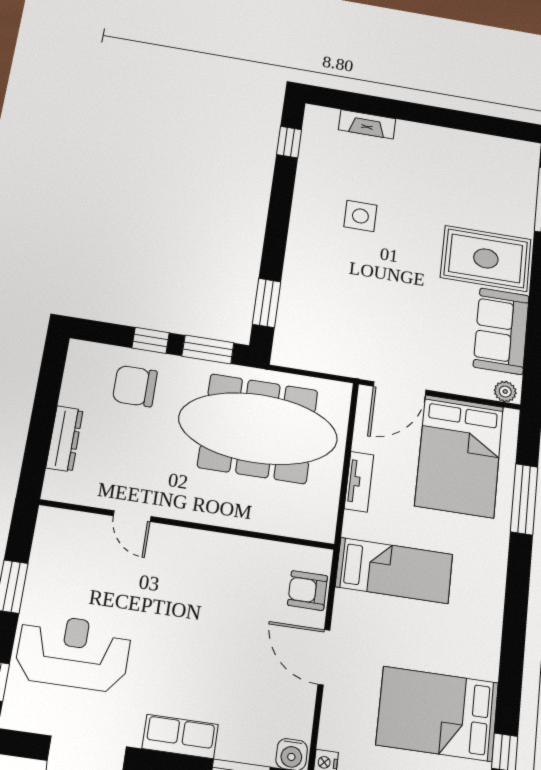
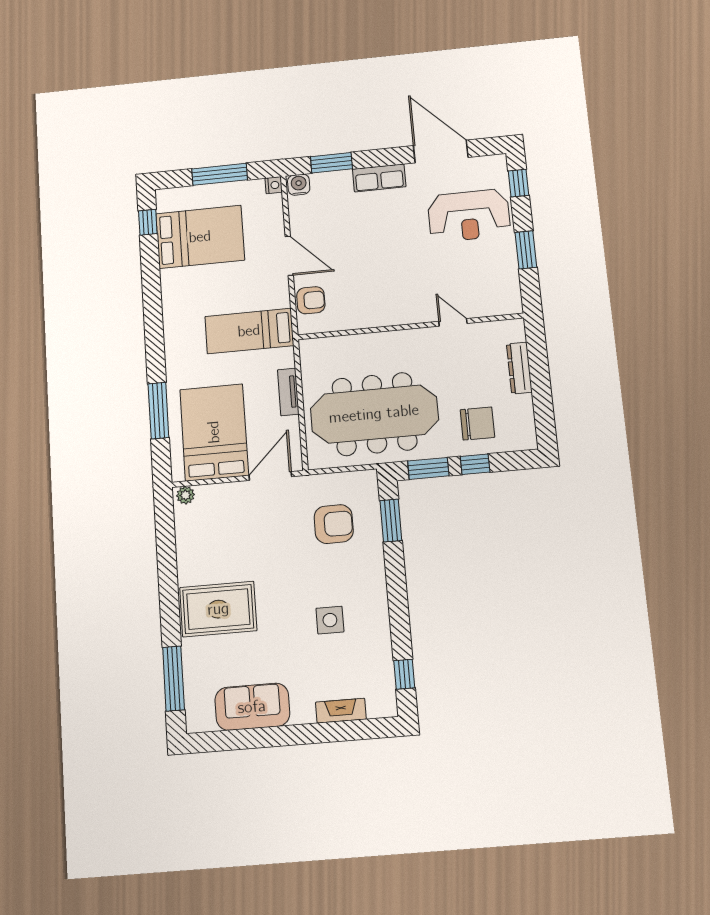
armchair: (335, 316) -> (334, 524), added
sofa: (501, 331) -> (252, 707), moved, turned -90

